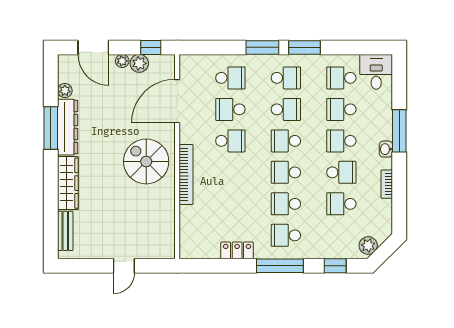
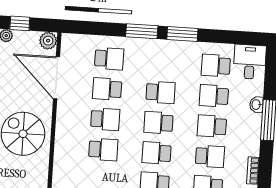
window: (151, 47) -> (20, 23), moved
plant: (139, 63) -> (48, 41), moved
school desk: (286, 78) -> (103, 149), moved
door: (177, 101) -> (56, 78), hinge flipped
washbasin: (386, 149) -> (256, 105), moved
bookcase: (186, 174) -> (60, 149), removed

